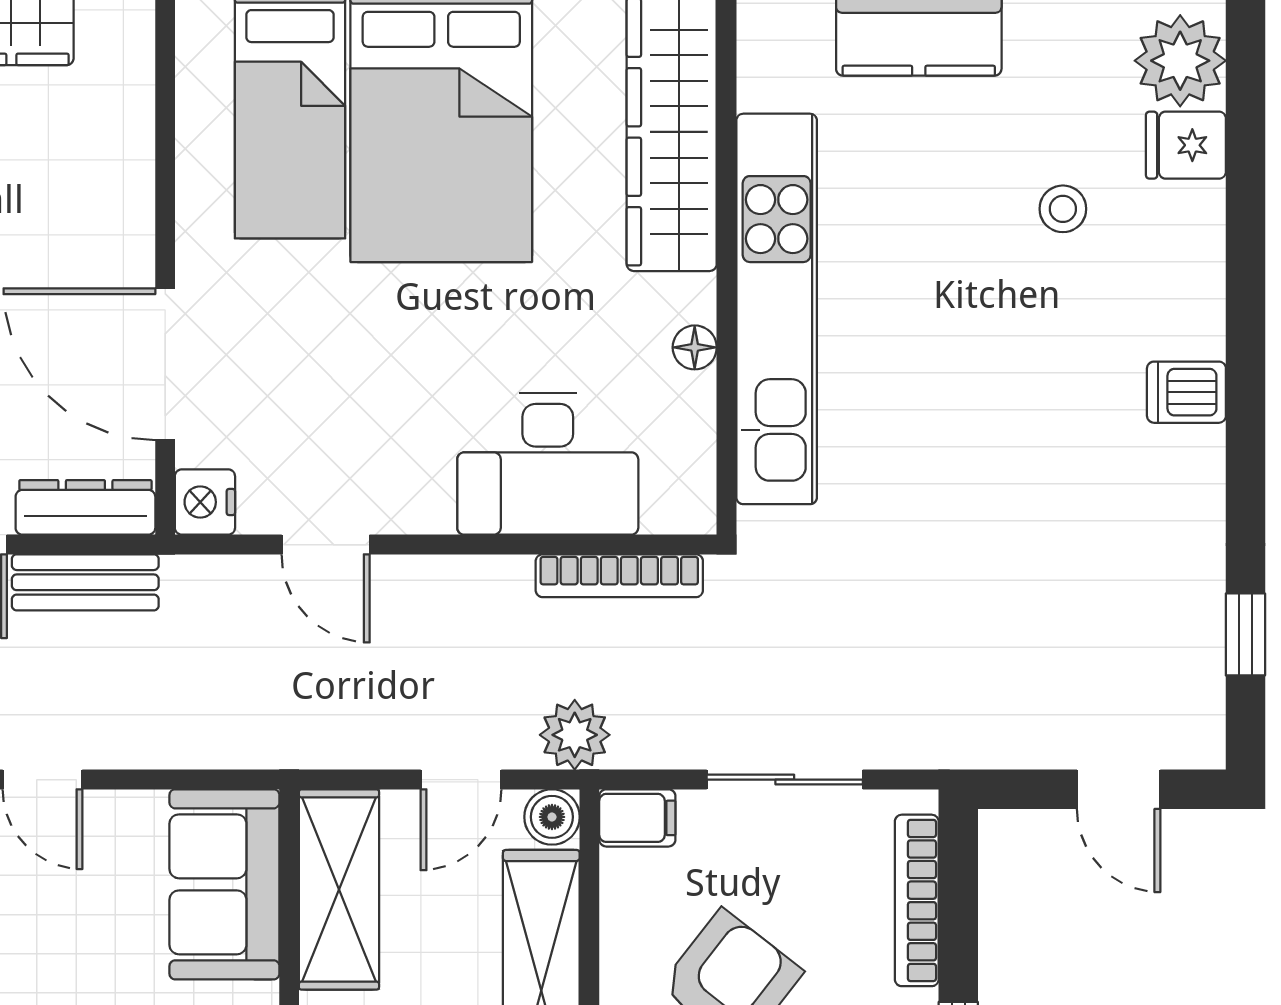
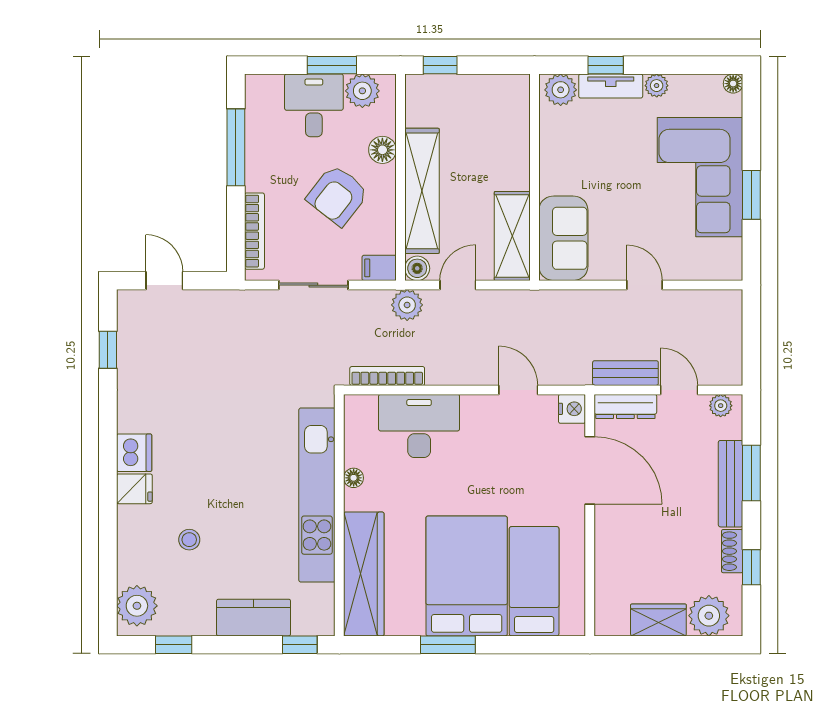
fridge: (1186, 145) -> (134, 489), moved
dishwasher: (1186, 392) -> (134, 453), width x1.38

